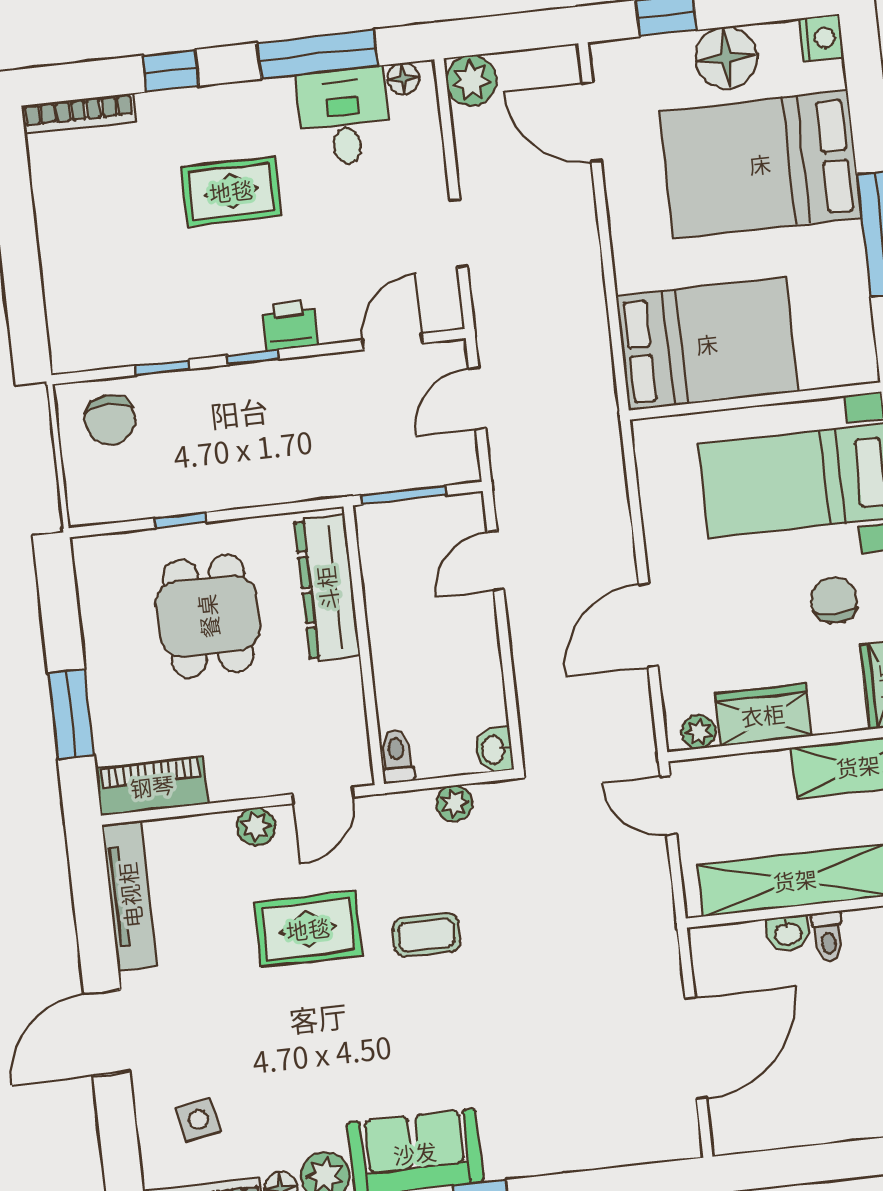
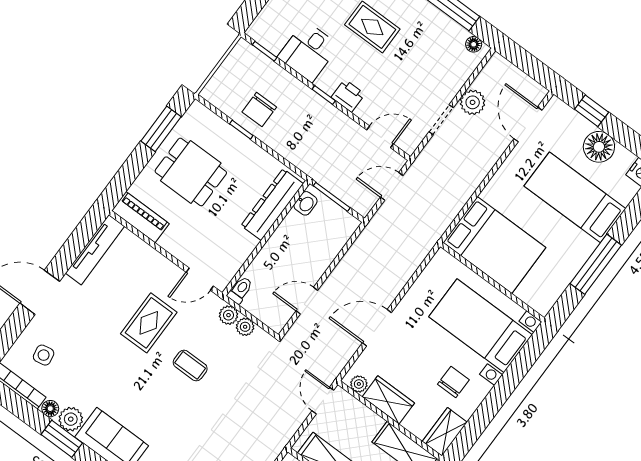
plant: (471, 80) -> (473, 102), moved
desk: (344, 117) -> (308, 51), moved, turned 180
bed: (760, 164) -> (575, 197), width x0.67
window: (162, 367) -> (265, 51), moved
chair: (110, 420) -> (259, 110), moved
door: (495, 561) -> (307, 301), moved
dining table: (208, 616) -> (191, 172), moved, turned 90
window: (71, 714) -> (161, 129), moved
washbasin: (494, 750) -> (306, 203), moved, turned 180
plant: (256, 827) -> (228, 315), moved
rug: (308, 929) -> (149, 323), turned 90

